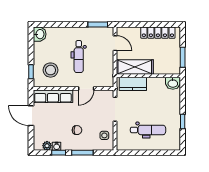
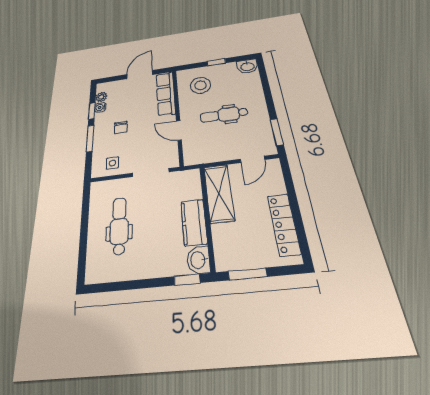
window: (31, 72) -> (216, 62), moved
kitchen counter: (133, 84) -> (194, 222), moved
window: (183, 122) -> (187, 280), moved
dental chair: (148, 130) -> (119, 226), turned 180

